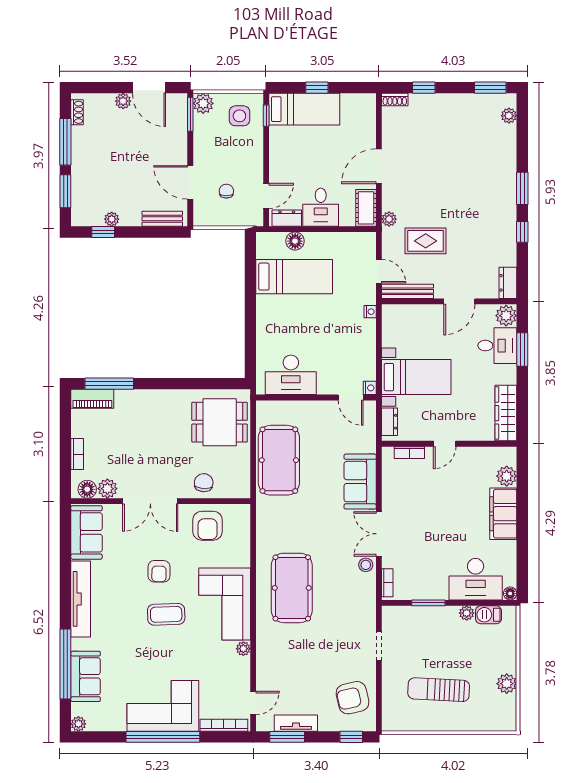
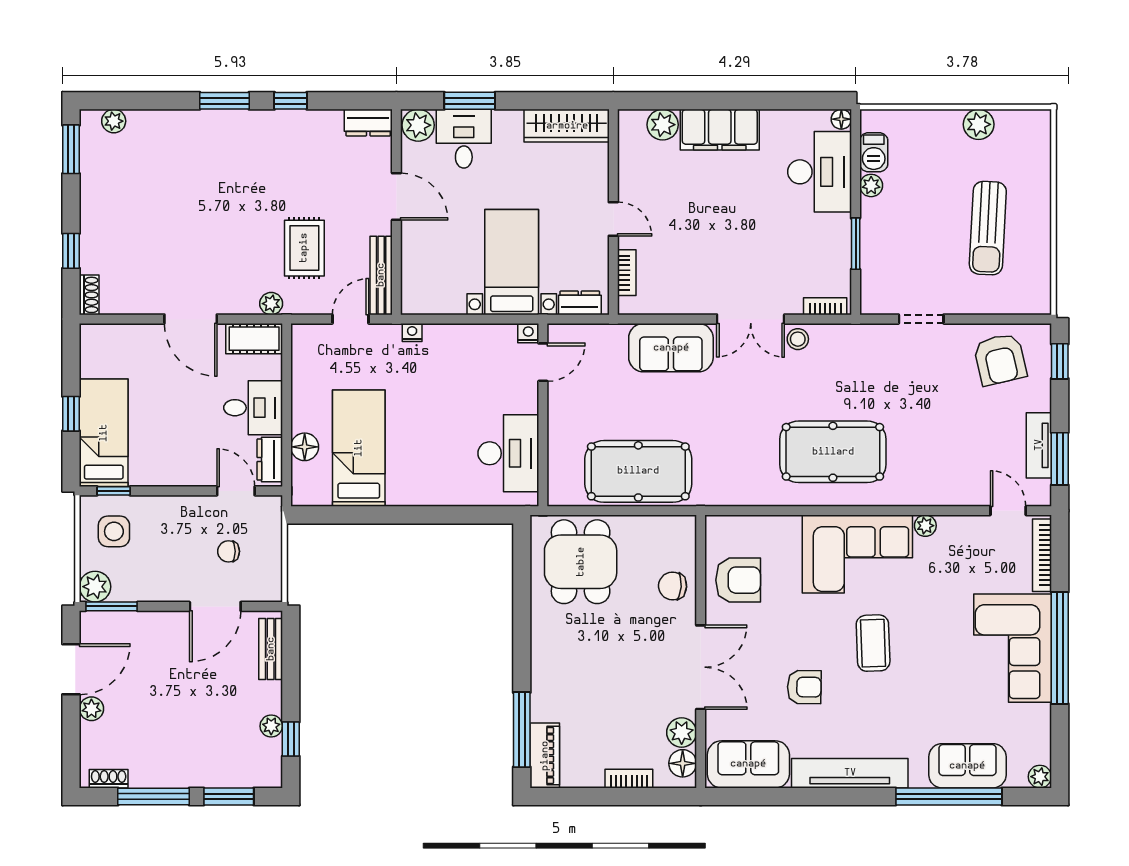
armchair: (159, 571) -> (804, 687), moved

